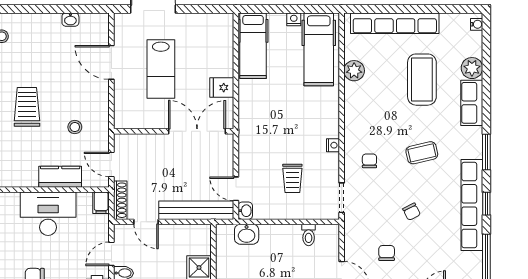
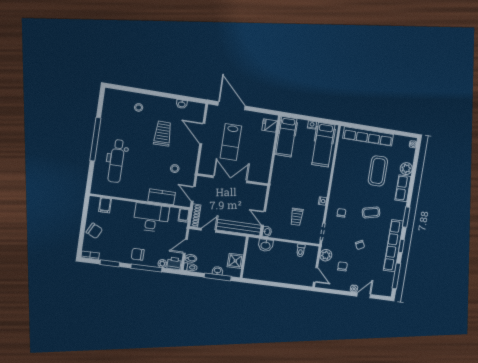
plant: (354, 71) -> (326, 255), moved
fridge: (222, 88) -> (270, 126), moved
trolley: (27, 107) -> (163, 134), moved
double door: (197, 131) -> (230, 179), moved
door: (146, 222) -> (209, 230), swing flipped

